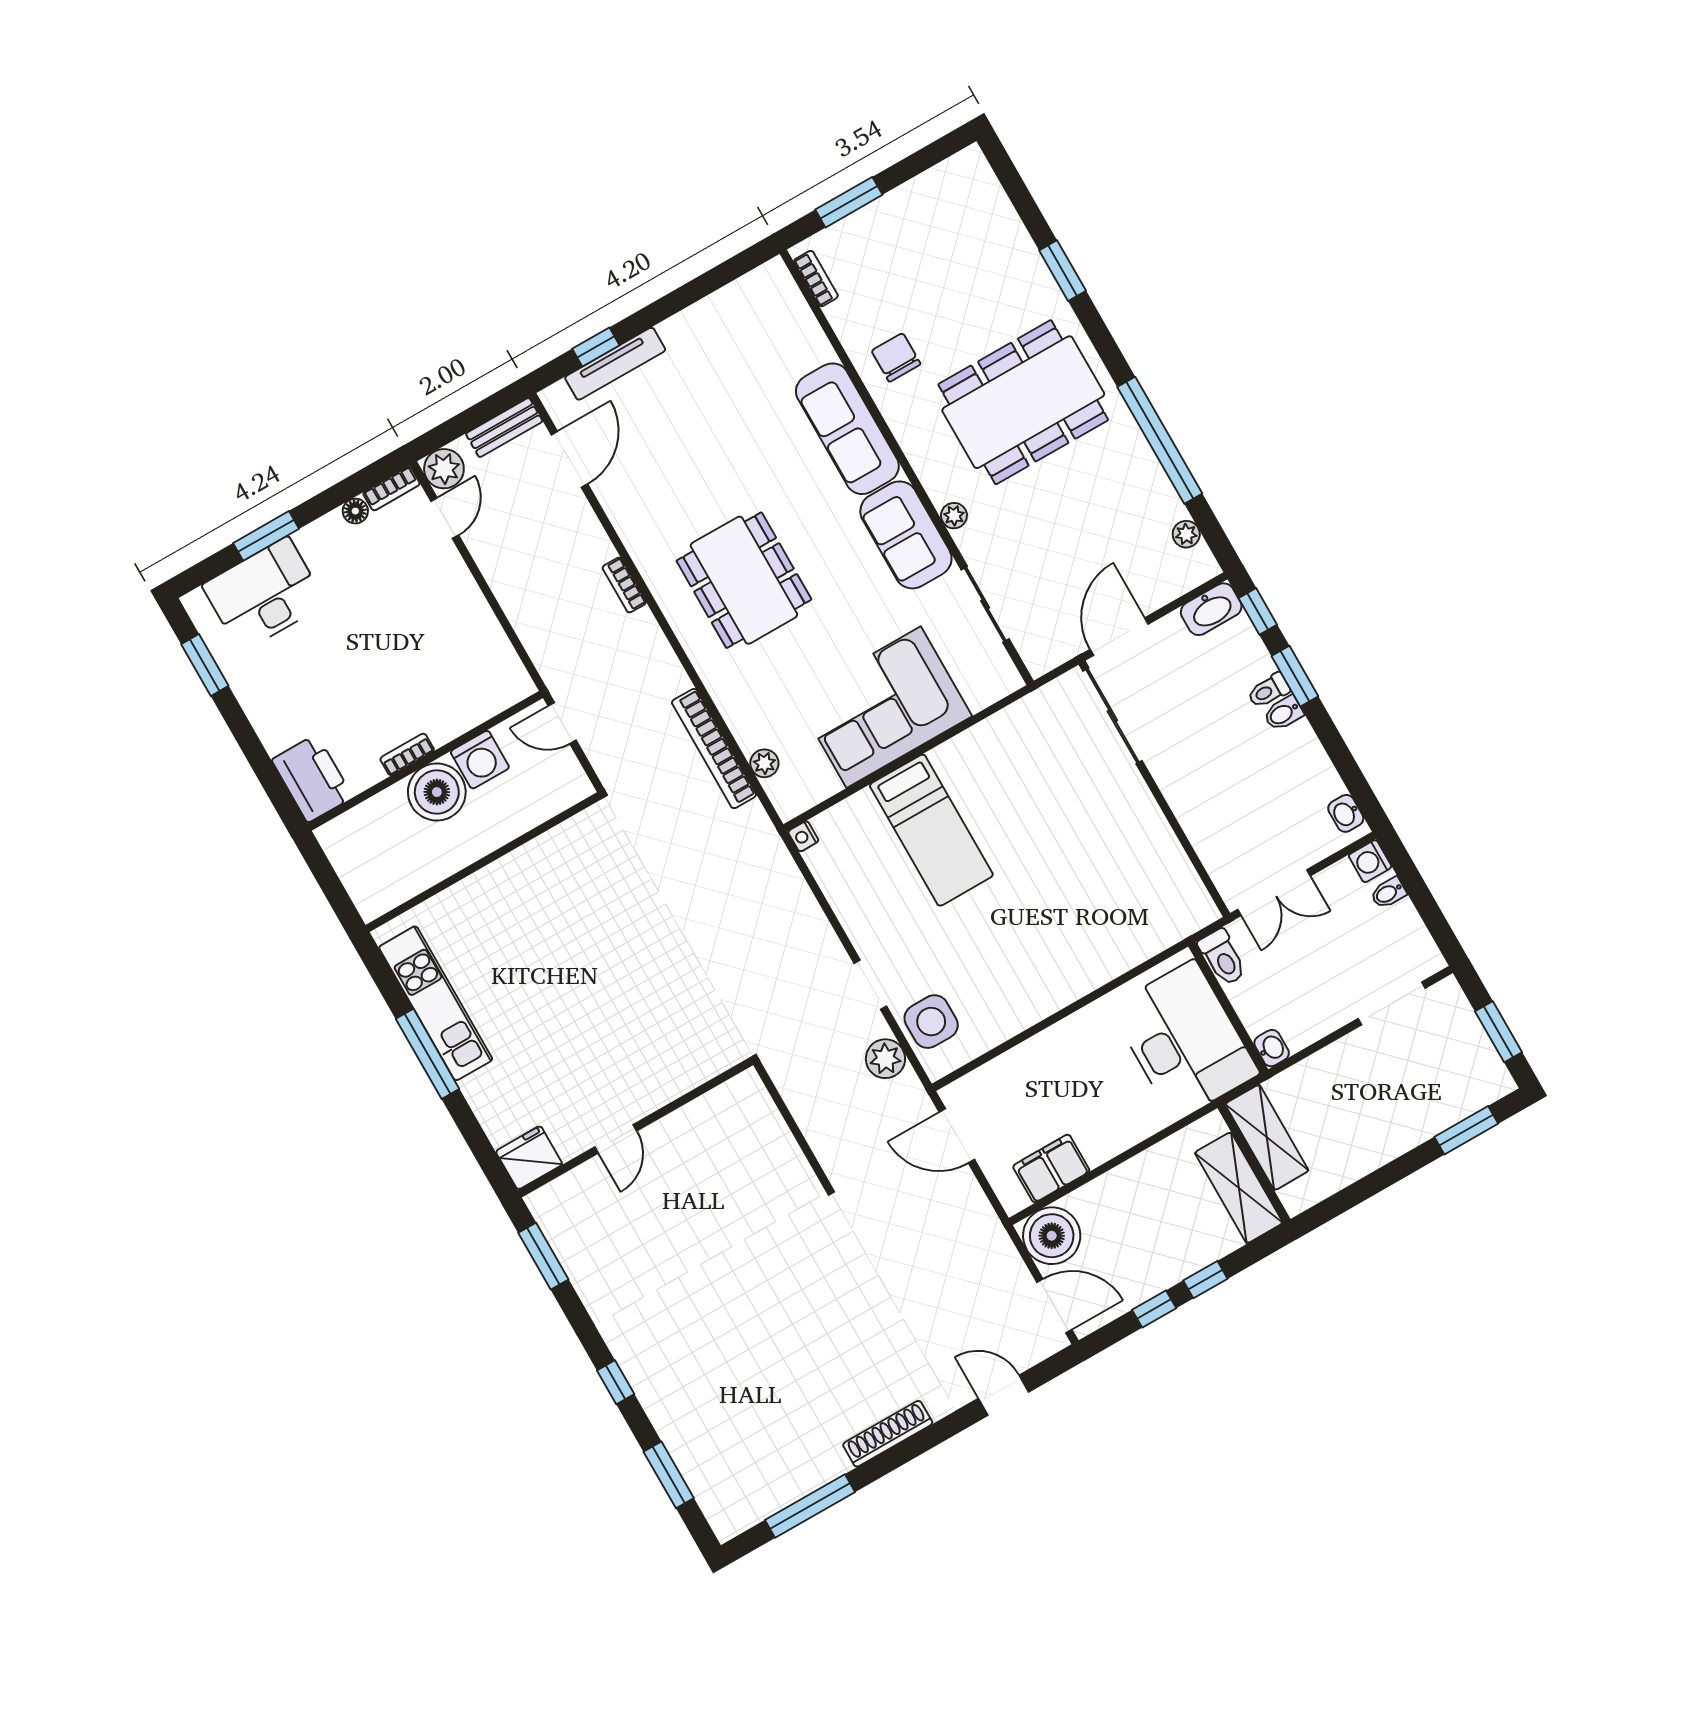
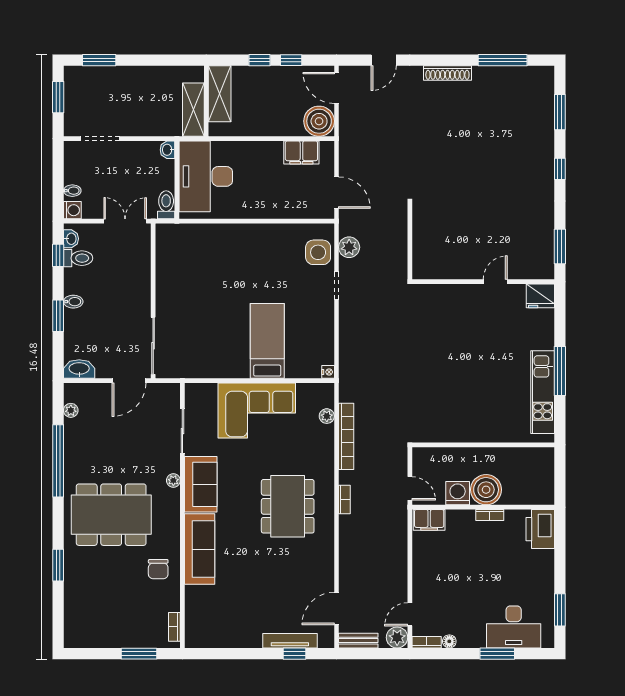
bookcase: (624, 585) -> (344, 500), moved
window: (1258, 611) -> (58, 255), moved
filing cabinet: (501, 690) -> (429, 520), added
toilet: (1269, 691) -> (78, 258), moved, width x1.37, depth x1.39
door: (1003, 1395) -> (384, 60), hinge flipped

